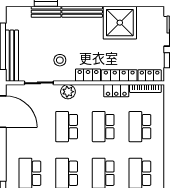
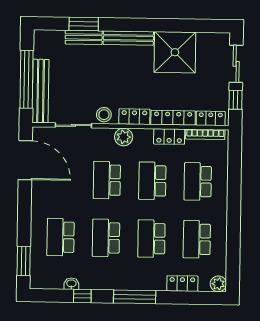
stool: (60, 60) -> (104, 115), moved
plant: (68, 92) -> (124, 137), moved

